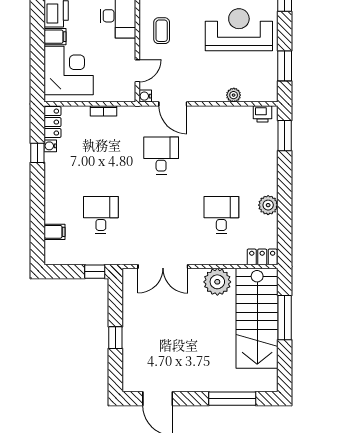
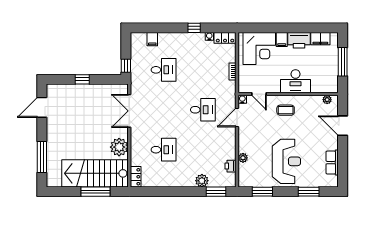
printer: (263, 114) -> (231, 166), moved
window: (37, 153) -> (194, 28), moved
plant: (268, 205) -> (202, 181), moved

